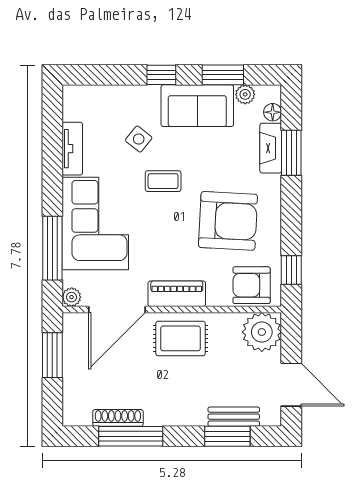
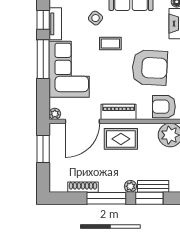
window: (52, 142) -> (43, 20), added
window: (52, 248) -> (43, 59), moved
plant: (196, 417) -> (130, 186), added
window: (131, 436) -> (106, 198), moved

